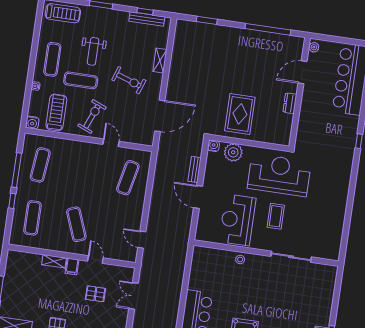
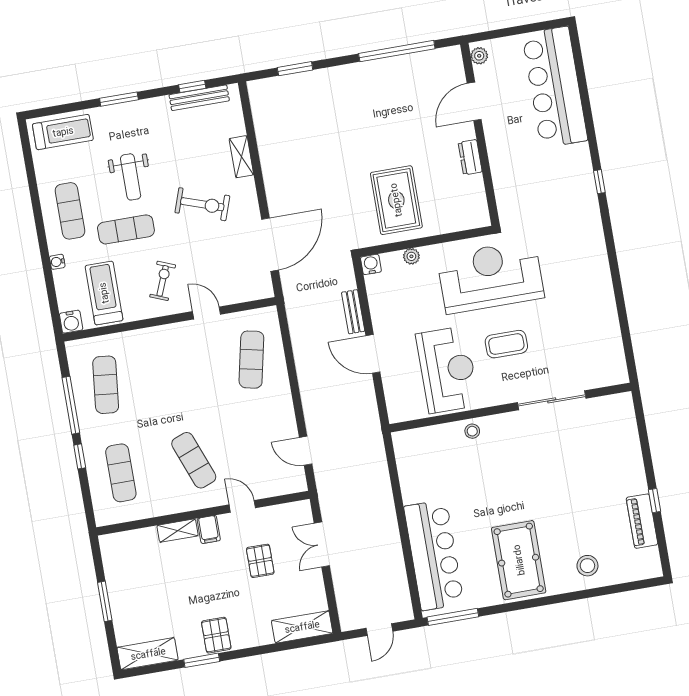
exercise bike: (92, 116) -> (163, 281), width x0.73, depth x0.72
plant: (233, 152) -> (411, 256), width x0.53, depth x0.53
coffee table: (276, 216) -> (506, 344), turned 90
reception desk: (237, 220) -> (447, 370), turned 180
pallet: (95, 294) -> (260, 561), turned 90

